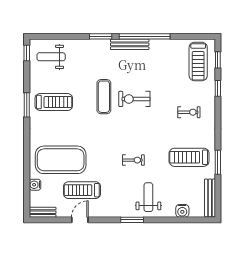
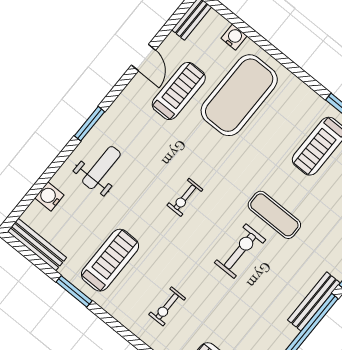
exercise bike: (133, 160) -> (185, 197), moved
weight bench: (148, 197) -> (101, 168), turned -90

